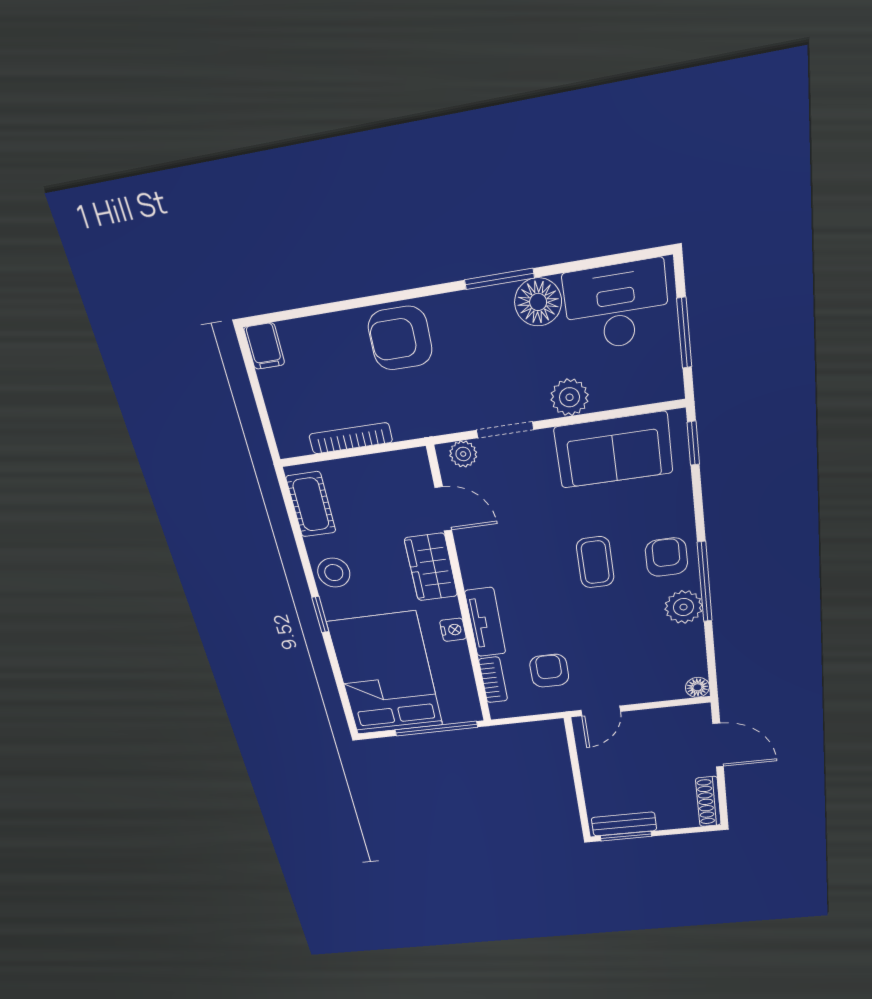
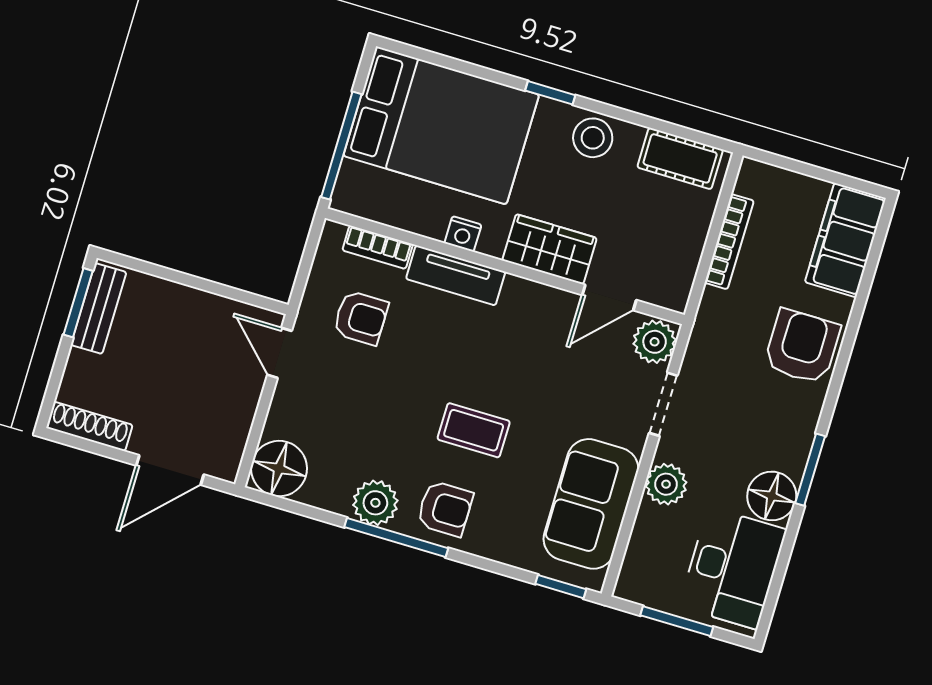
filing cabinet: (264, 346) -> (845, 240), width x3.00, depth x1.17
plant: (463, 454) -> (655, 342), width x1.38, depth x1.38
floor lamp: (697, 687) -> (279, 469), width x1.89, depth x1.89

